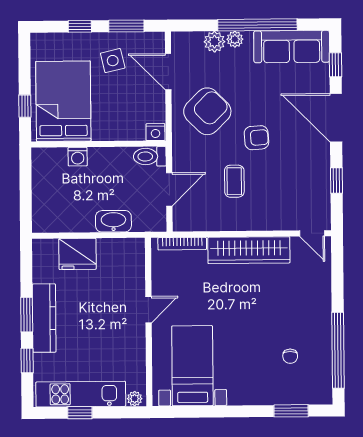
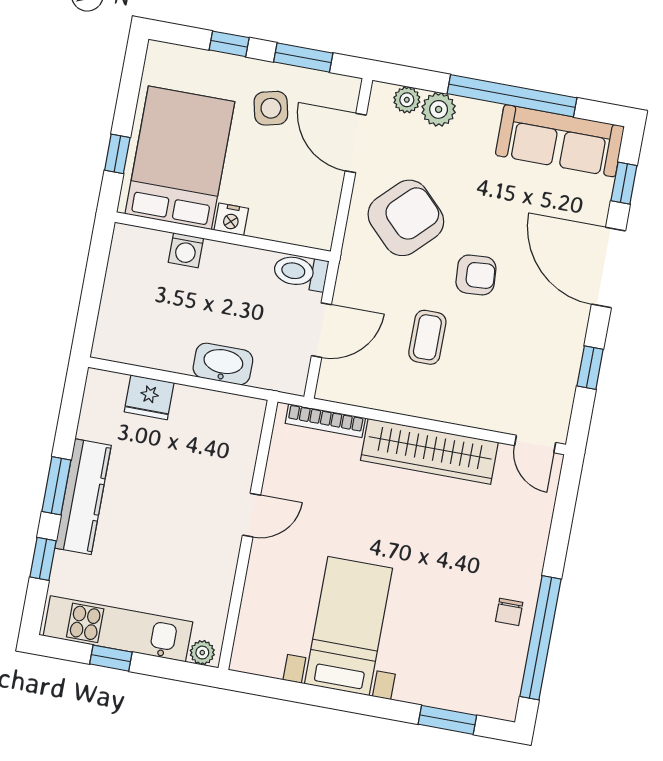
plant: (235, 39) -> (407, 100), moved
nightstand: (155, 132) -> (231, 219), moved
fridge: (77, 254) -> (149, 397), width x0.73, depth x0.75
chair: (290, 356) -> (509, 612), moved
bed with nightstands: (192, 366) -> (349, 626), moved

